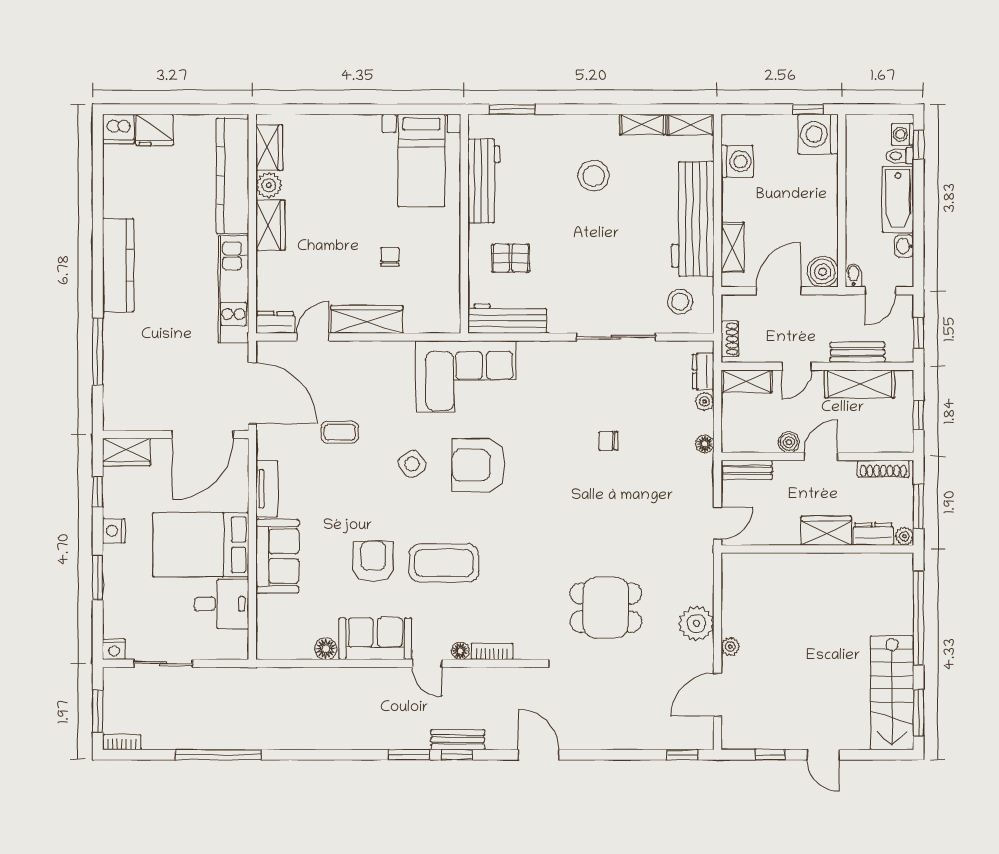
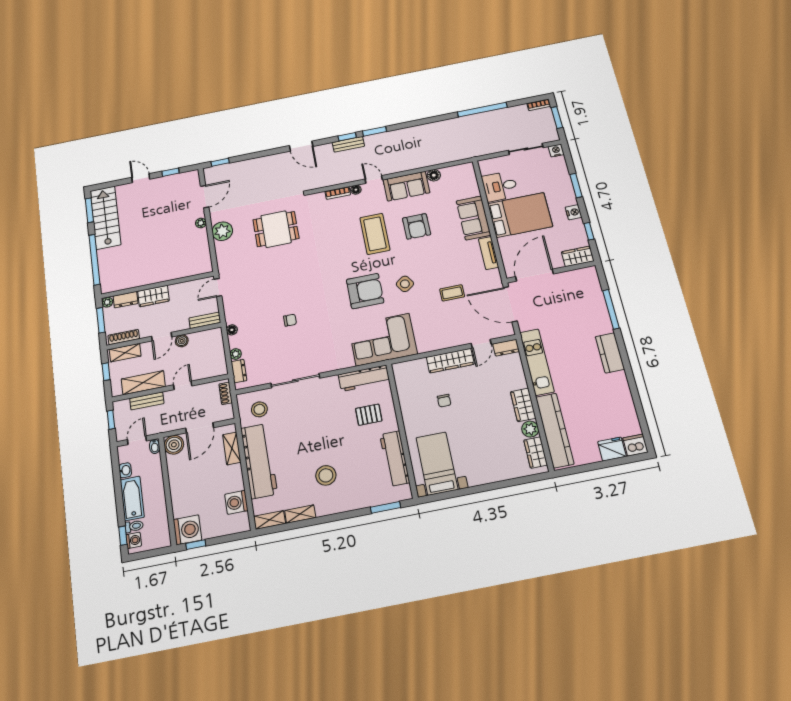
kitchen counter: (118, 265) -> (610, 353), width x0.67
shelving: (747, 381) -> (125, 353), moved
coffee table: (444, 563) -> (375, 234), turned 90

